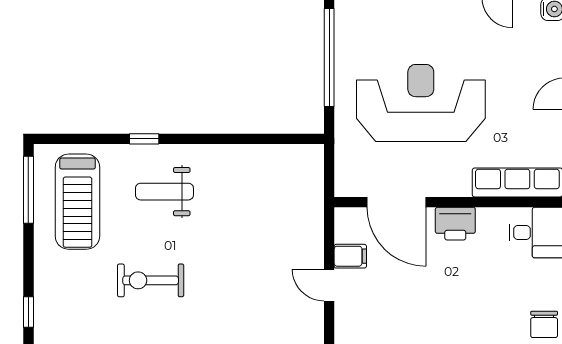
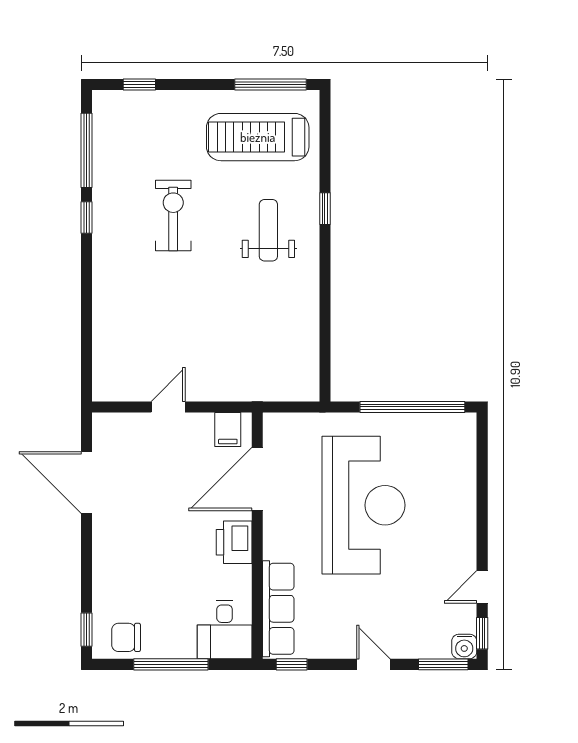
filing cabinet: (350, 256) -> (228, 430), moved

